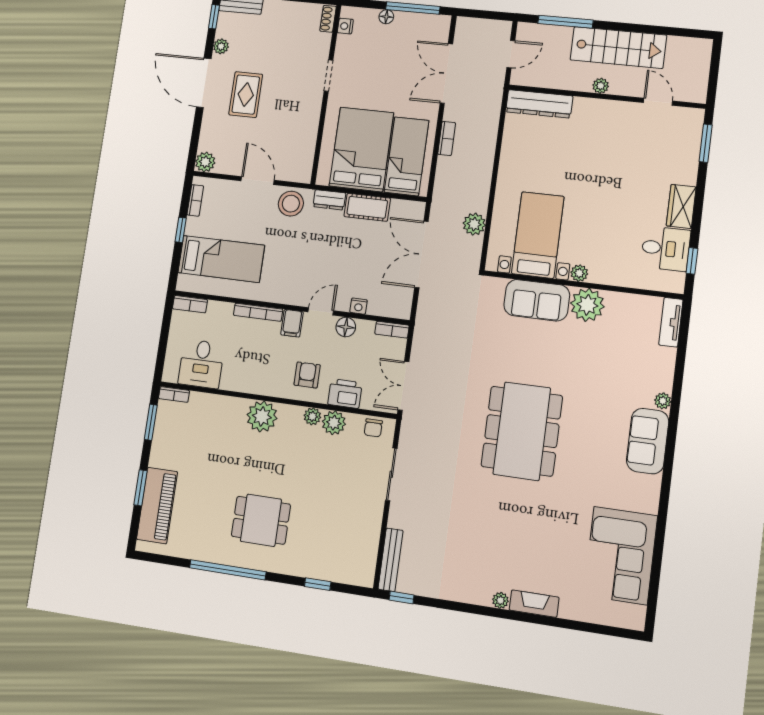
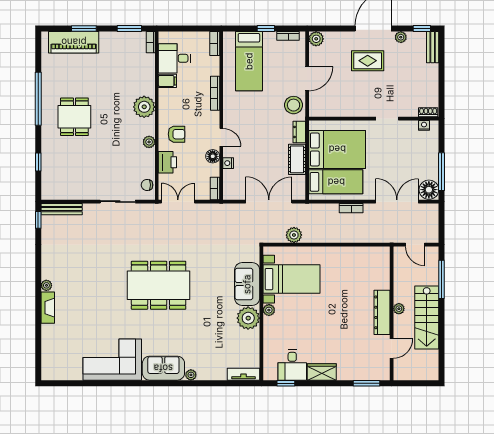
floor lamp: (386, 17) -> (429, 190), moved, width x1.89, depth x1.89
dresser: (539, 104) -> (382, 312), moved
filing cabinet: (292, 323) -> (167, 81), moved, turned 180
plant: (334, 423) -> (147, 157), removed
corner sofa: (621, 555) -> (112, 360), moved

